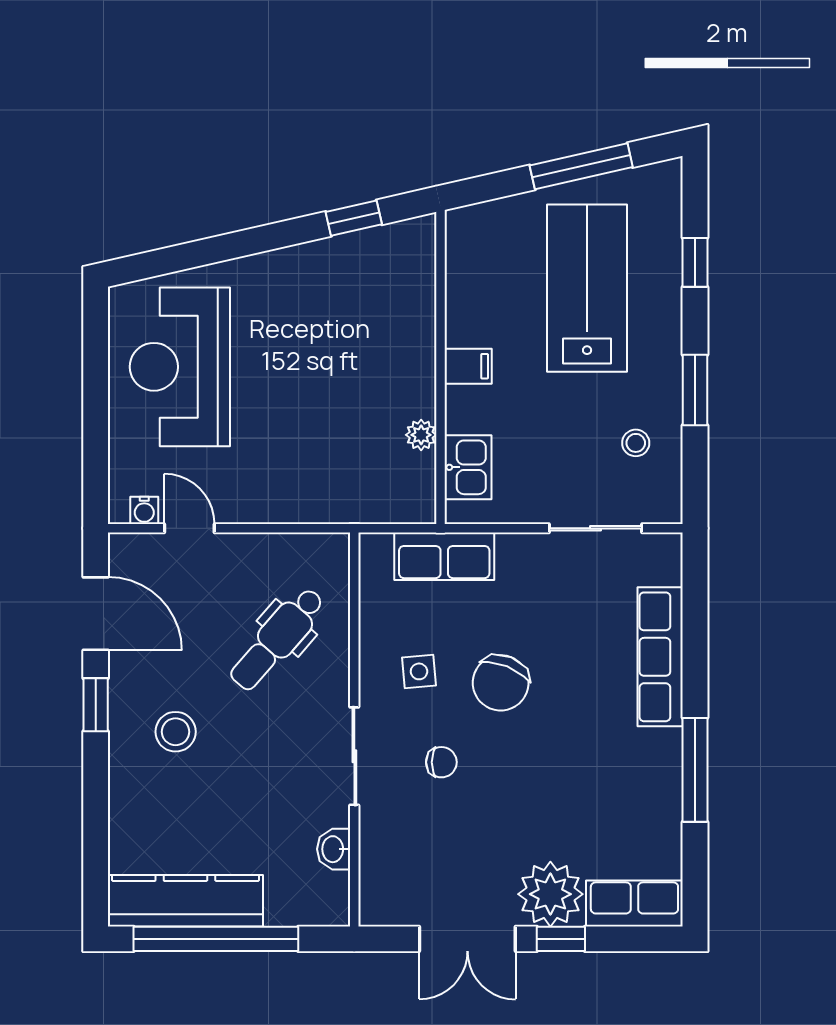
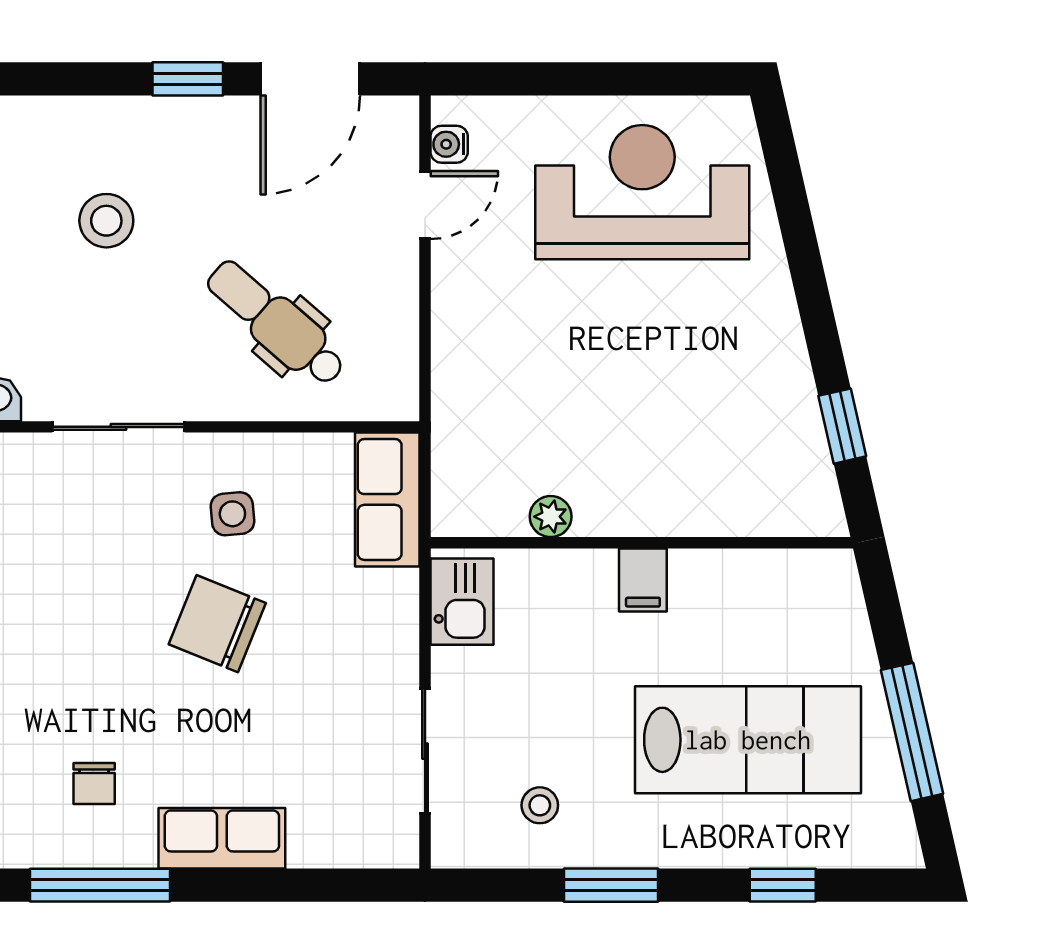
kitchen sink: (468, 467) -> (462, 602), moved, turned -90
row of seats: (444, 556) -> (387, 499), moved
row of seats: (660, 657) -> (222, 838), width x0.68
stool: (176, 732) -> (106, 221), moved
chair: (441, 762) -> (94, 783), moved

